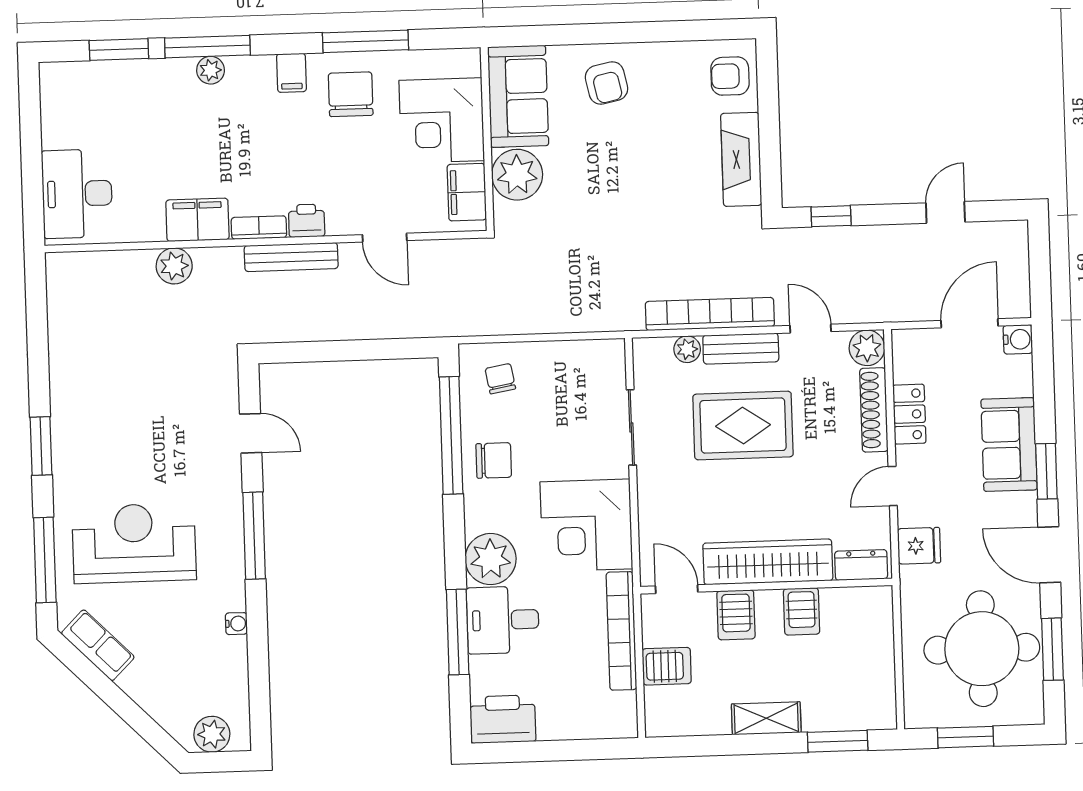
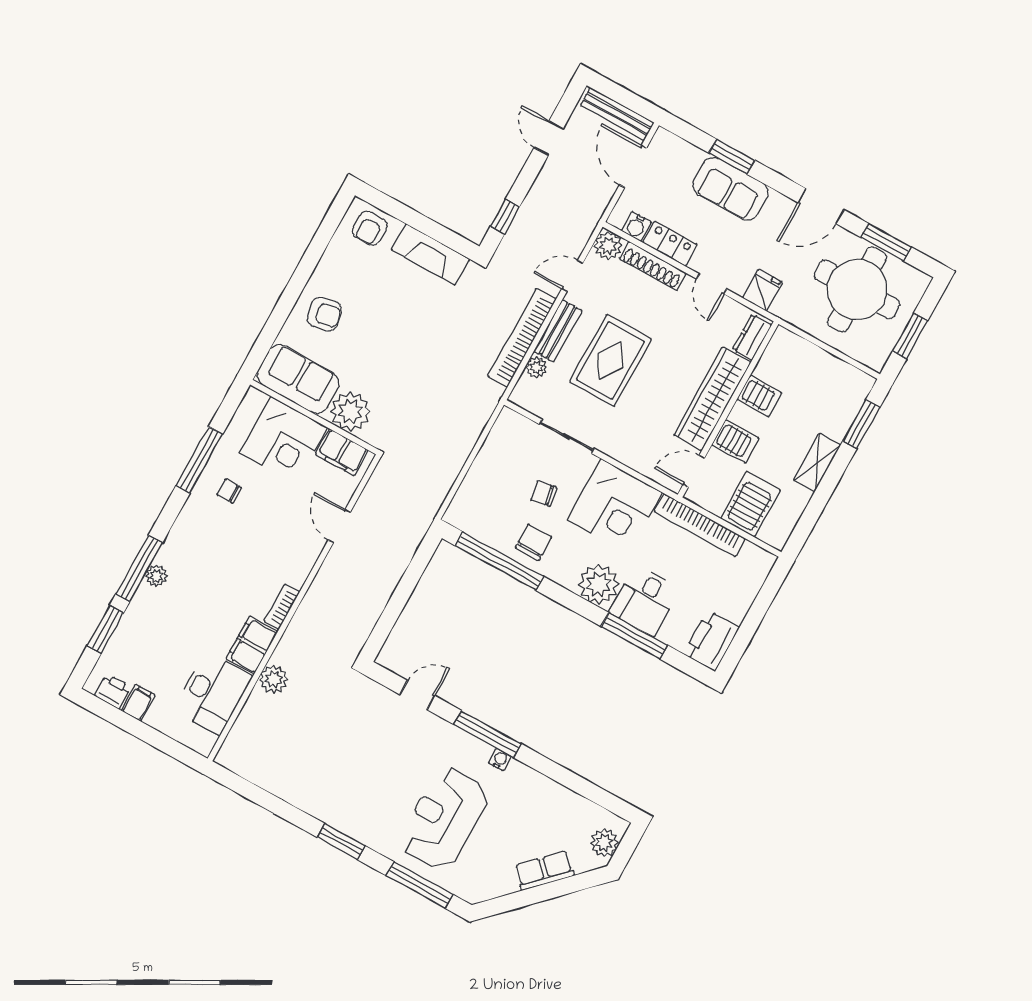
filing cabinet: (291, 73) -> (138, 703), moved, turned -90
chair: (351, 94) -> (229, 491), width x0.54, depth x0.54
desk: (77, 194) -> (213, 693), moved, turned -90
printer: (307, 221) -> (113, 692), moved, turned 90
door: (385, 238) -> (339, 526), swing flipped
bench: (291, 257) -> (617, 114), moved, turned 90
water cooler: (1018, 339) -> (636, 226), moved, turned 180
chair: (500, 379) -> (544, 494), moved
window: (1046, 471) -> (732, 157), moved
water cooler: (236, 624) -> (500, 760), moved
row of seats: (98, 645) -> (544, 870), moved
server rack: (667, 666) -> (750, 504), width x1.36, depth x1.44

